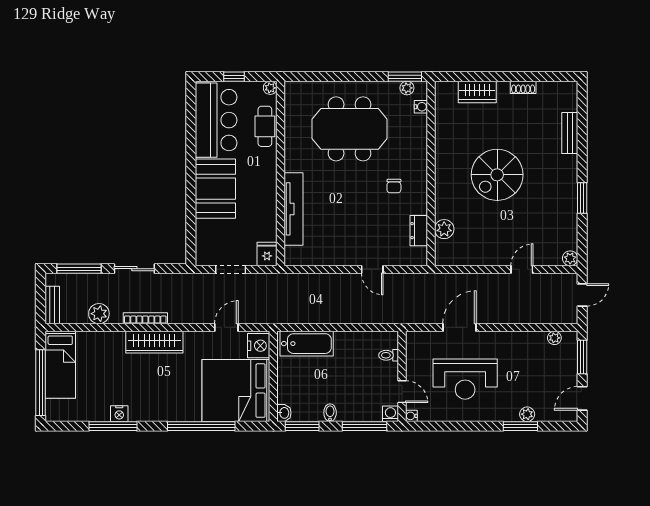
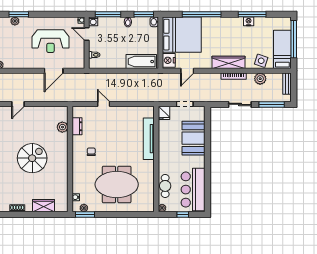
booth: (215, 189) -> (194, 138), moved
side table: (97, 345) -> (261, 61), added
reception desk: (465, 379) -> (50, 41), turned 180

